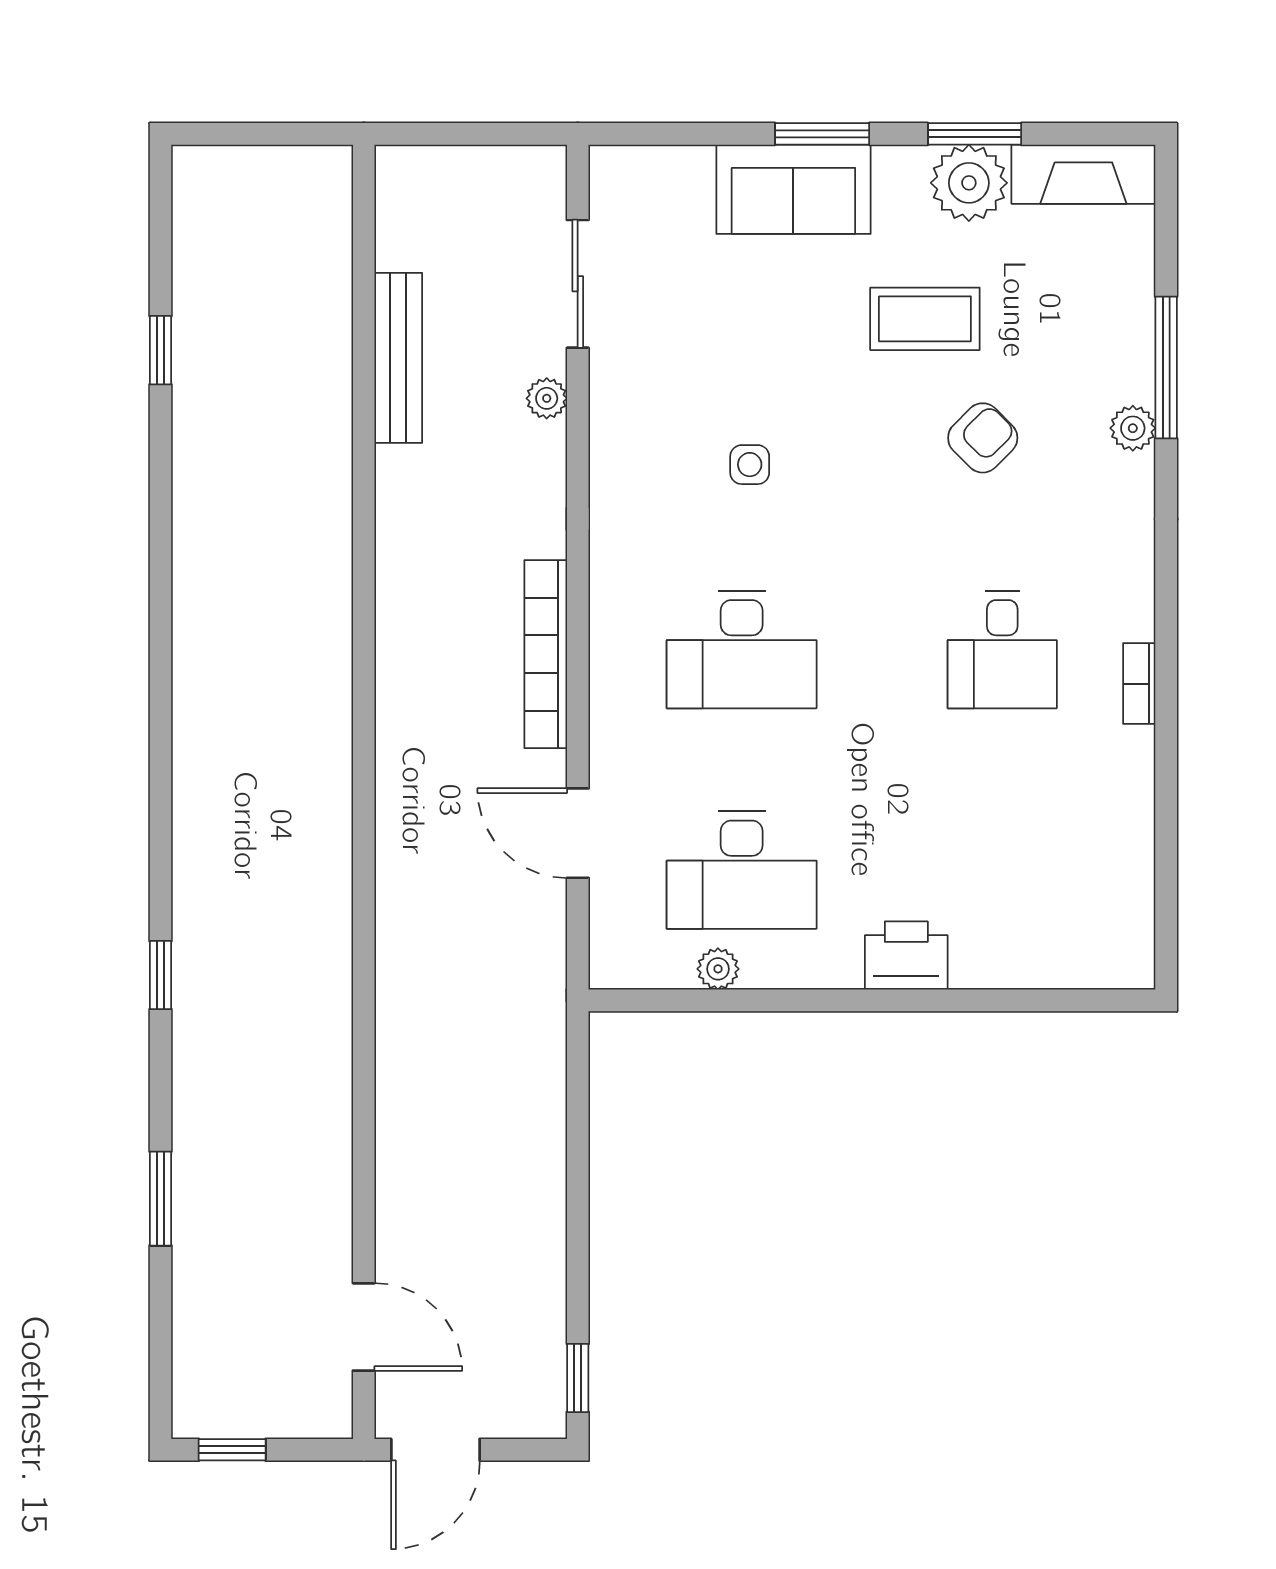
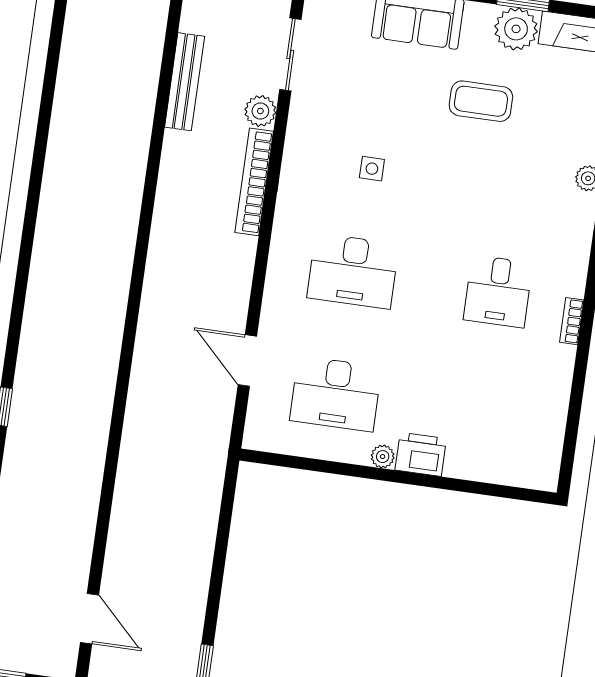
window: (161, 350) -> (53, 59), removed
plant: (547, 398) -> (260, 111), width x1.38, depth x1.38
armchair: (983, 438) -> (504, 172), removed
bookcase: (546, 654) -> (254, 182), moved
plant: (718, 969) -> (383, 457), moved

